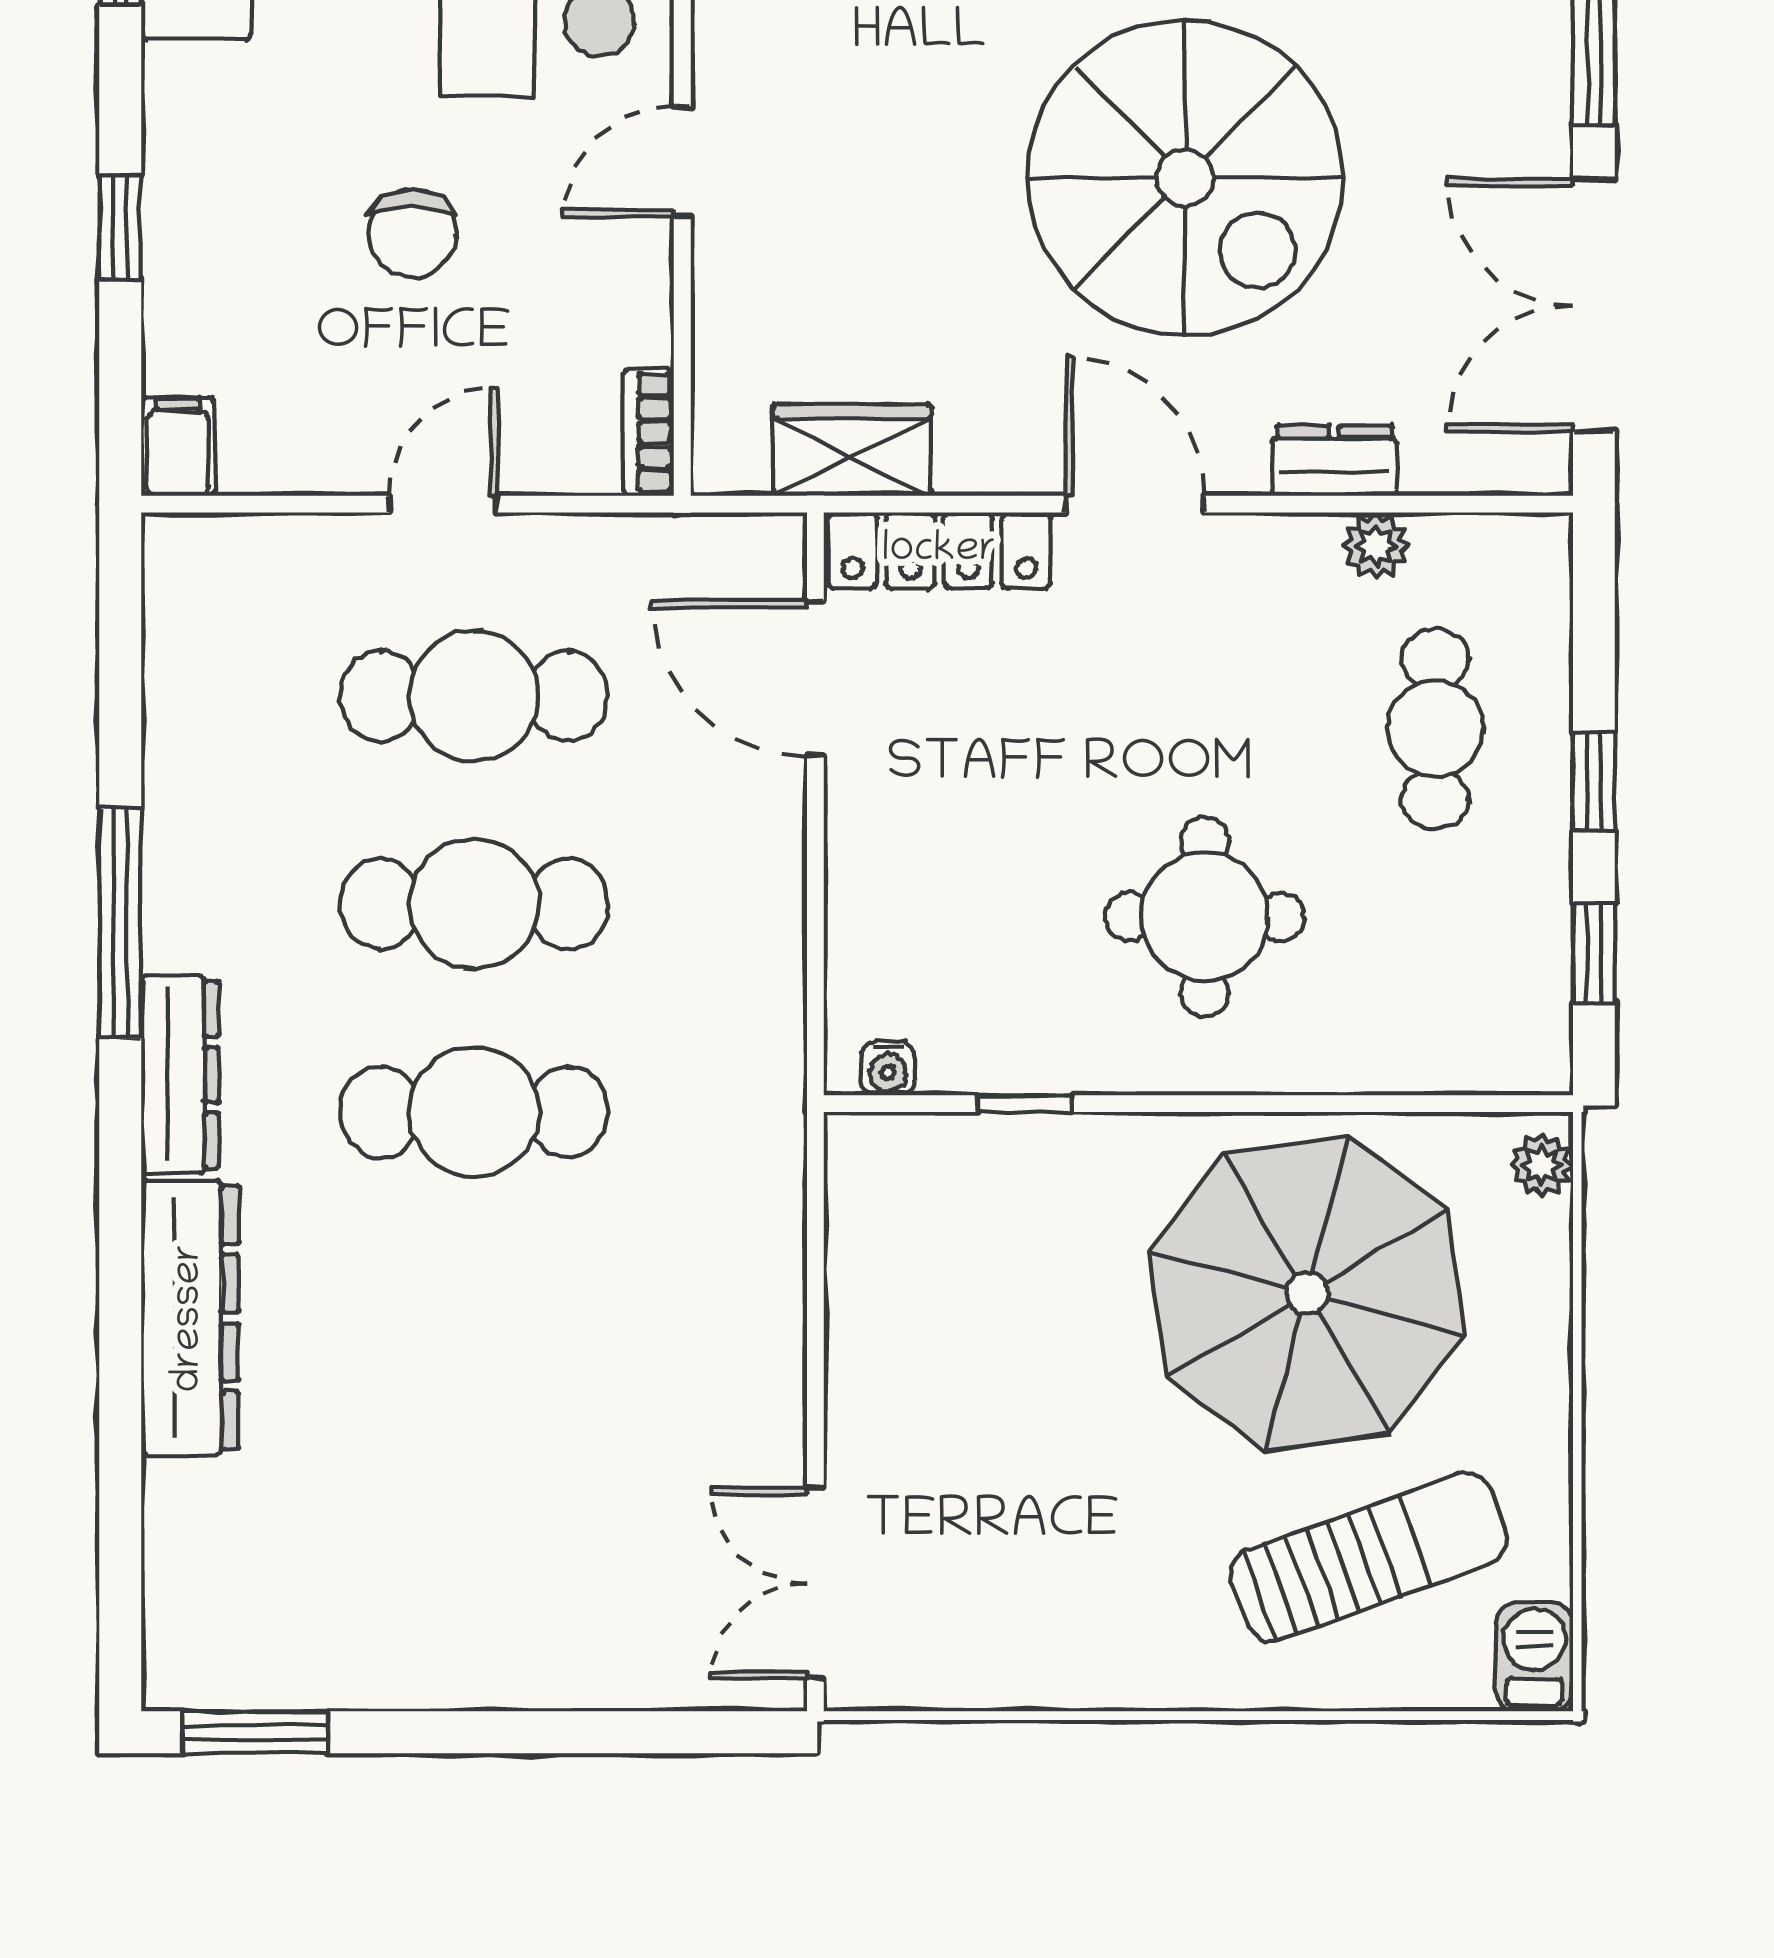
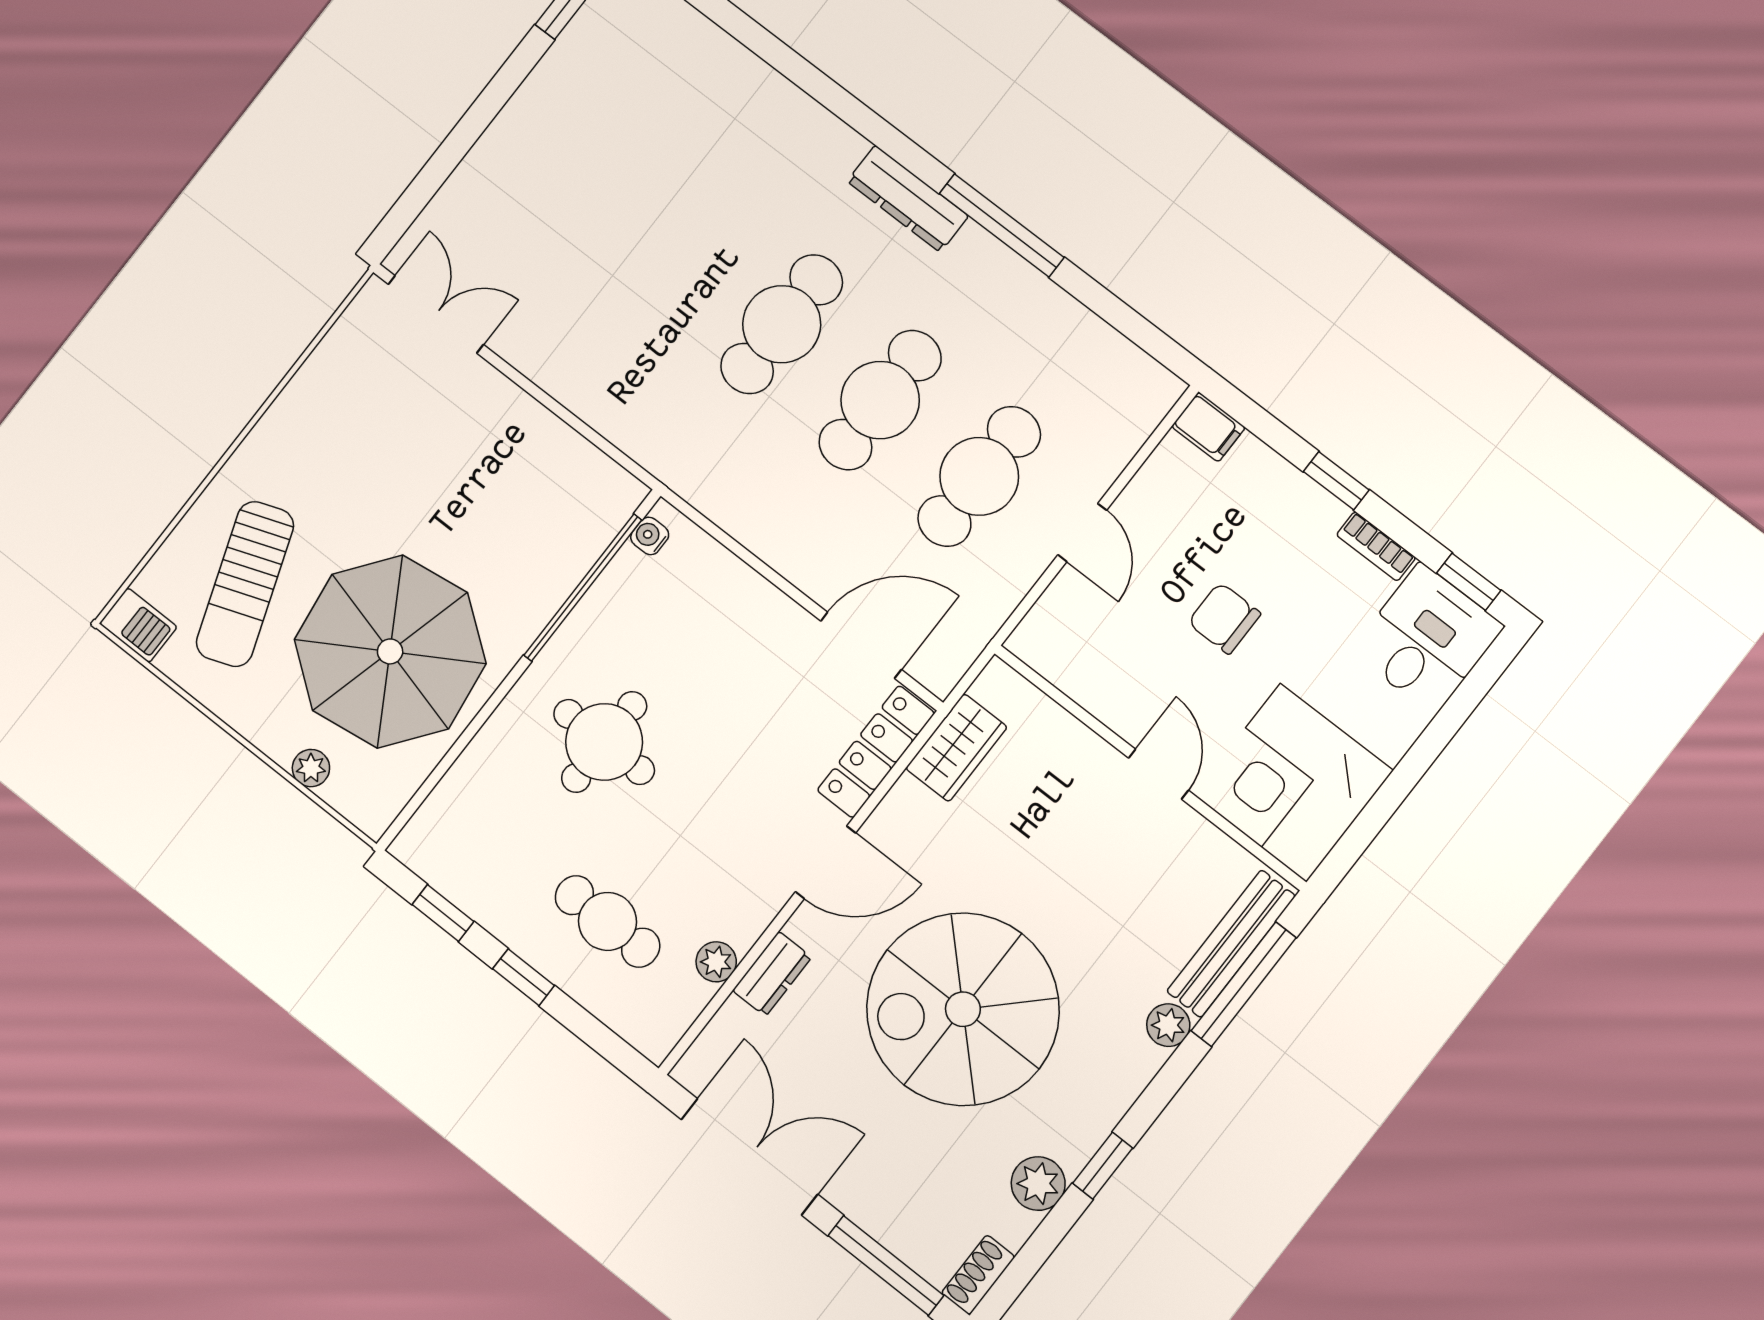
bookcase: (649, 433) -> (1376, 546), moved, turned 180
window: (1025, 1104) -> (583, 588), width x3.17
plant: (1542, 1165) -> (311, 768), moved
dresser: (190, 1318) -> (789, 116), removed

